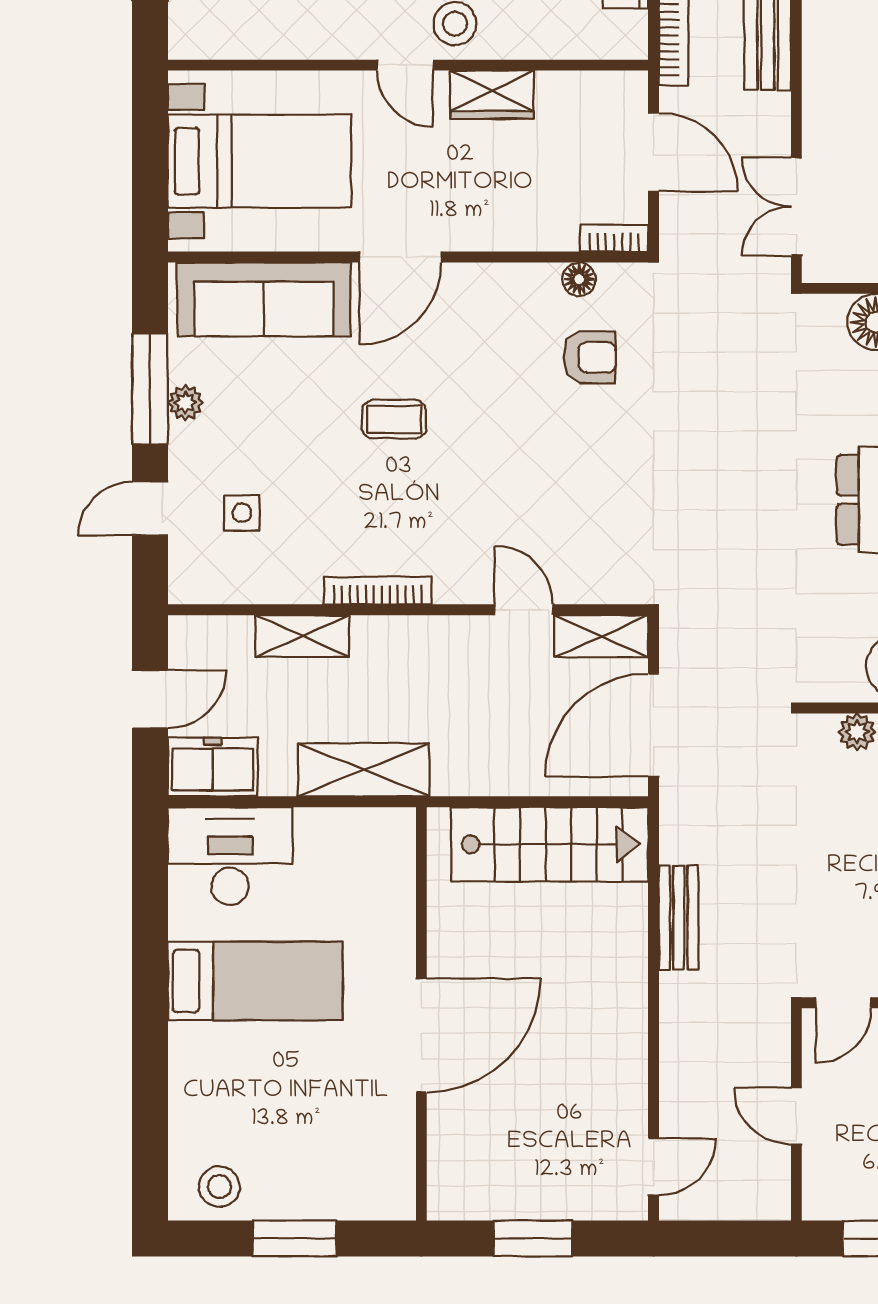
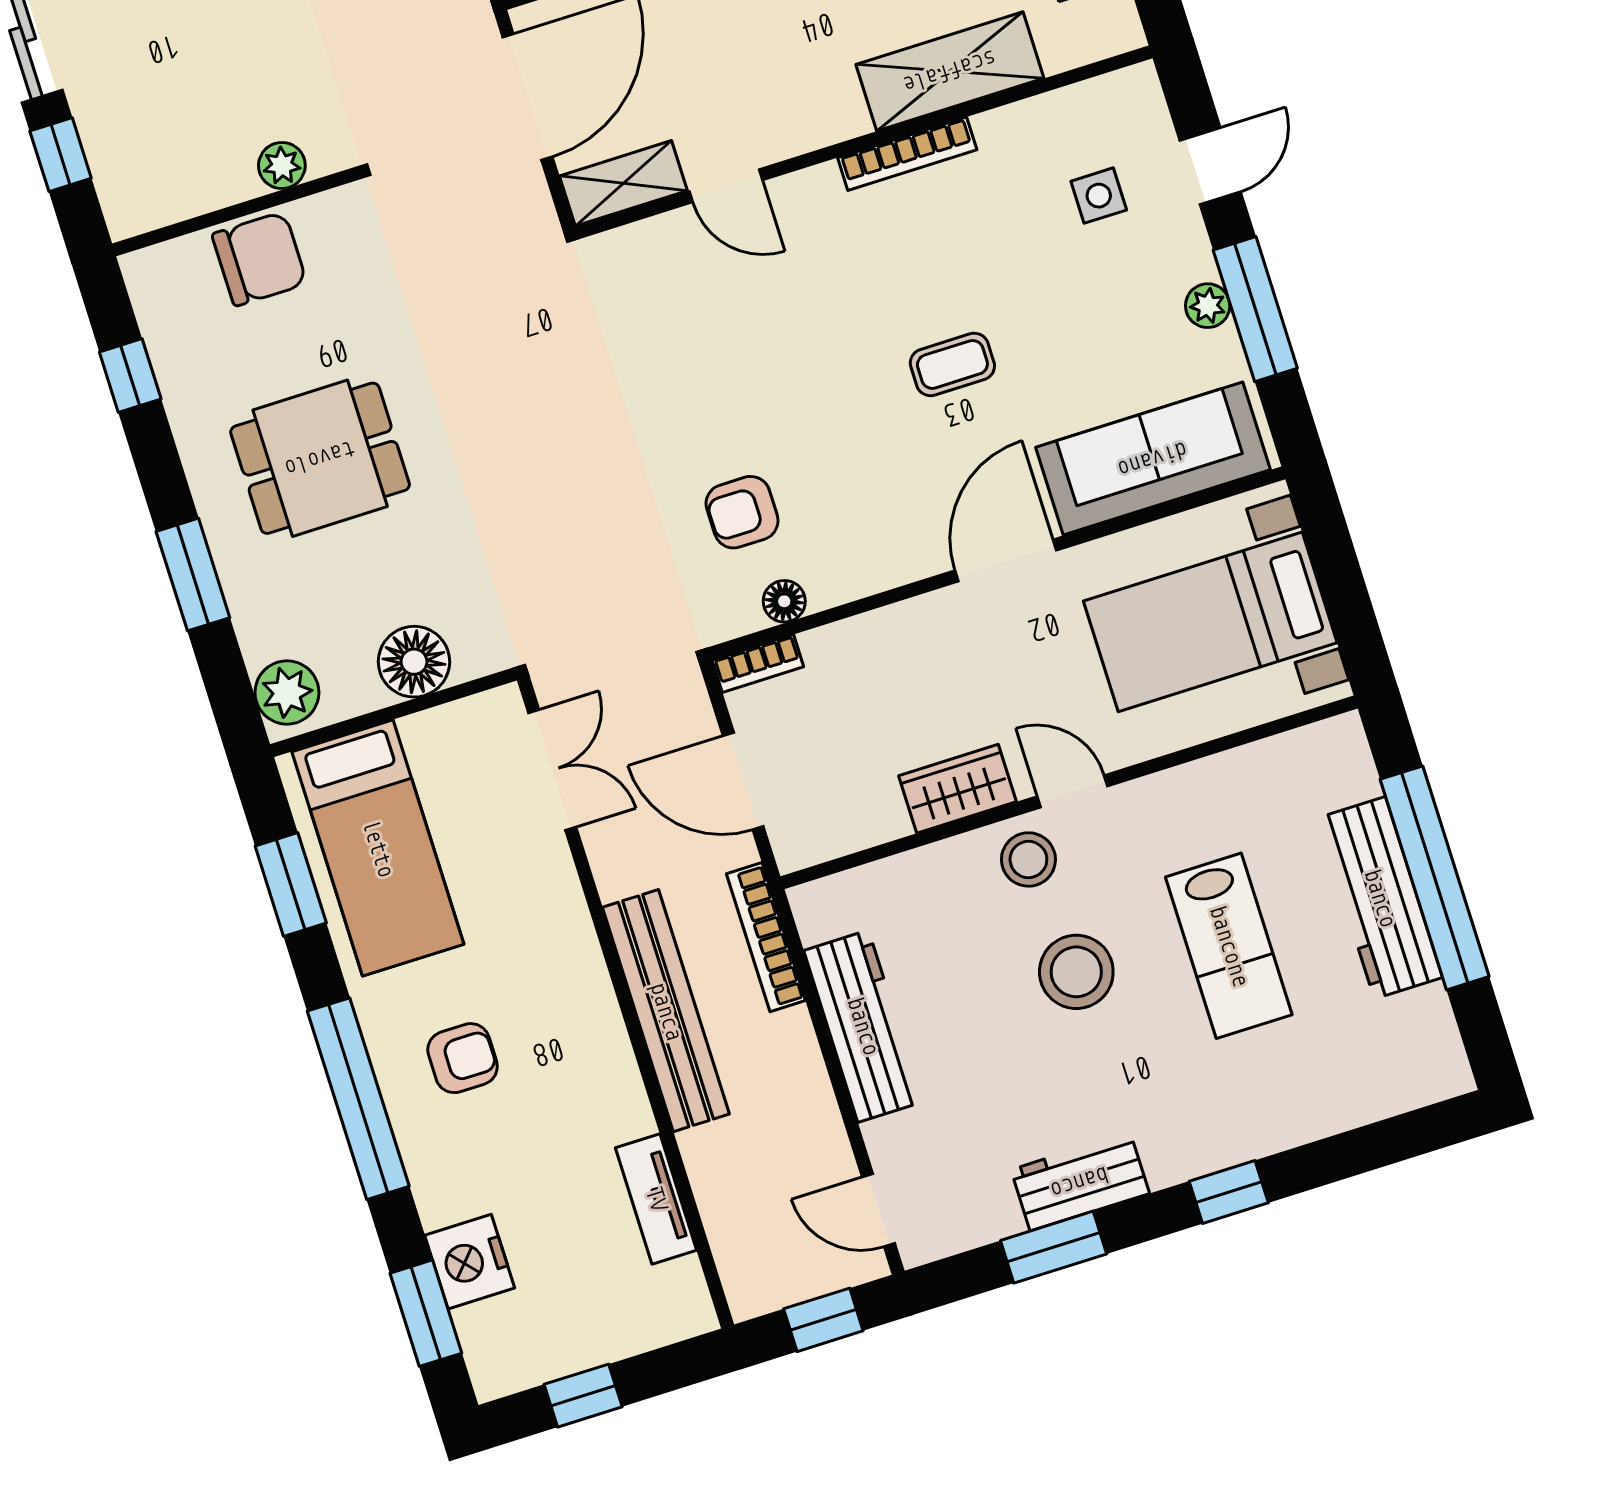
shelving: (302, 636) -> (950, 71), width x1.50, depth x1.33

